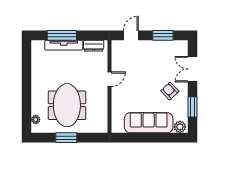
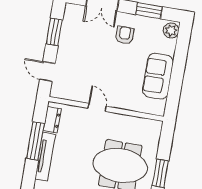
window: (62, 35) -> (35, 141), moved
armchair: (170, 91) -> (125, 35), turned 134
sofa: (149, 123) -> (158, 76), width x0.73

